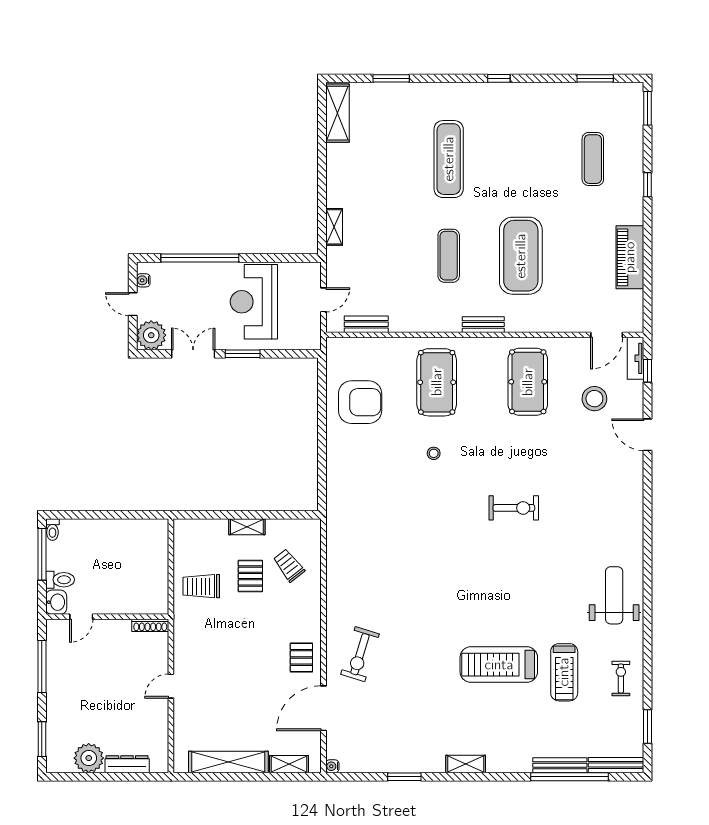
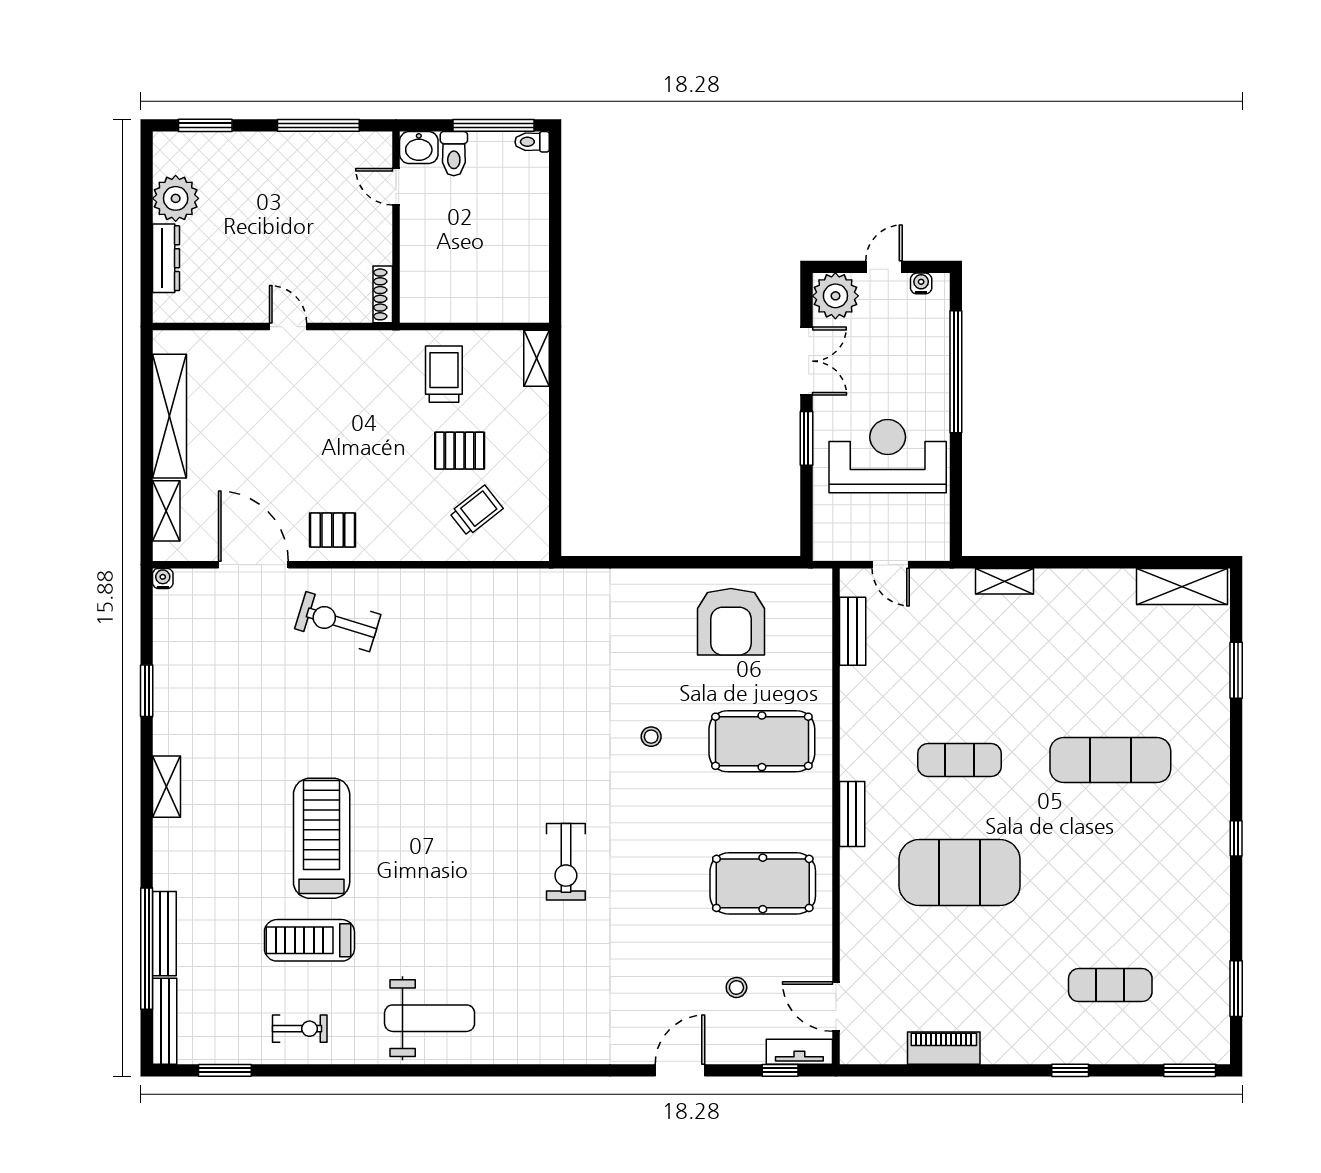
piano: (630, 257) -> (944, 1048), width x0.73, depth x0.75
stool: (594, 399) -> (736, 987), width x0.53, depth x0.53
shelving: (247, 527) -> (536, 358), moved

